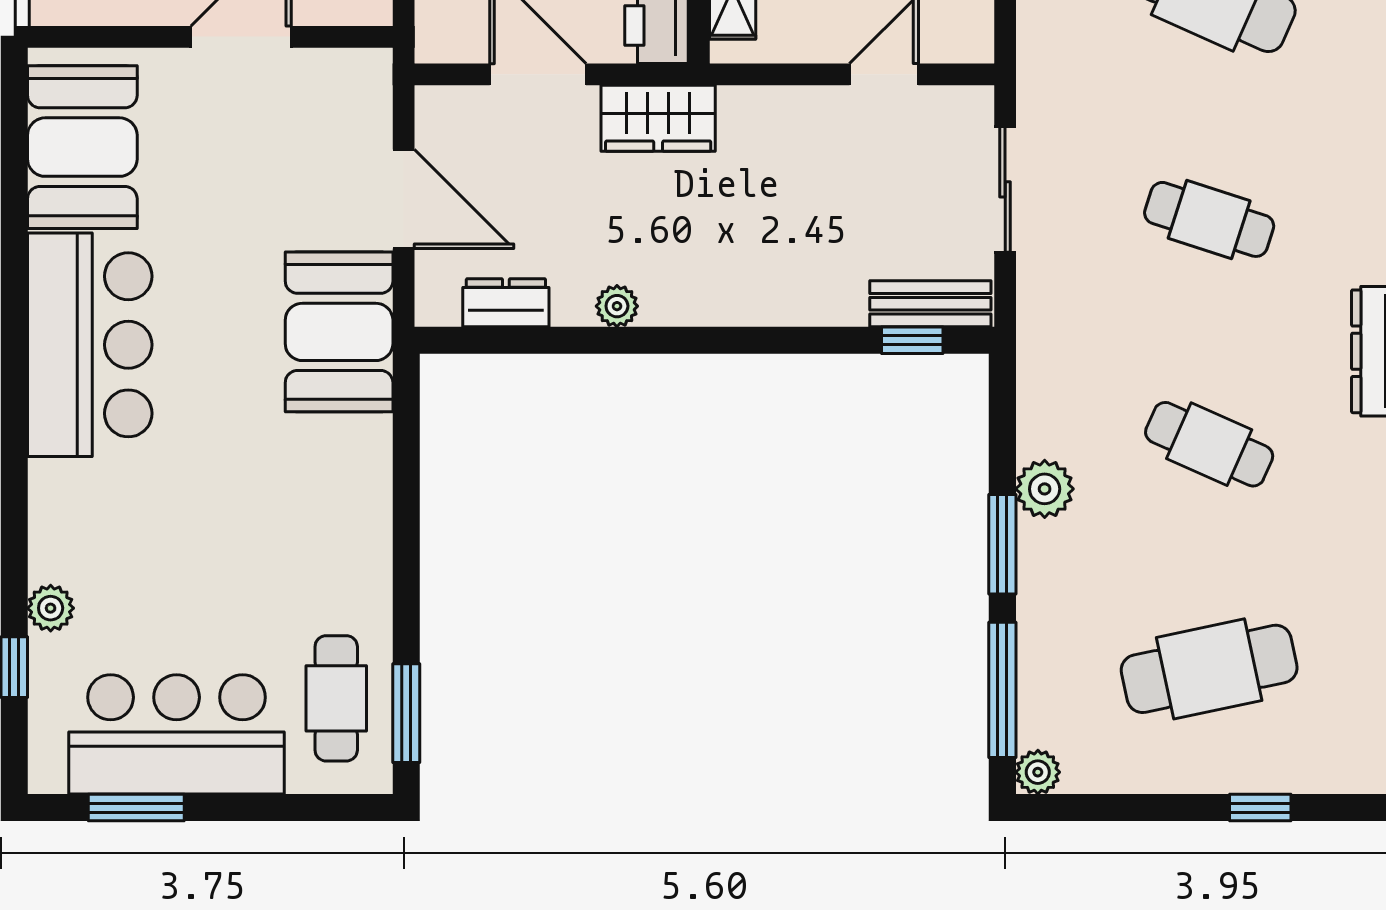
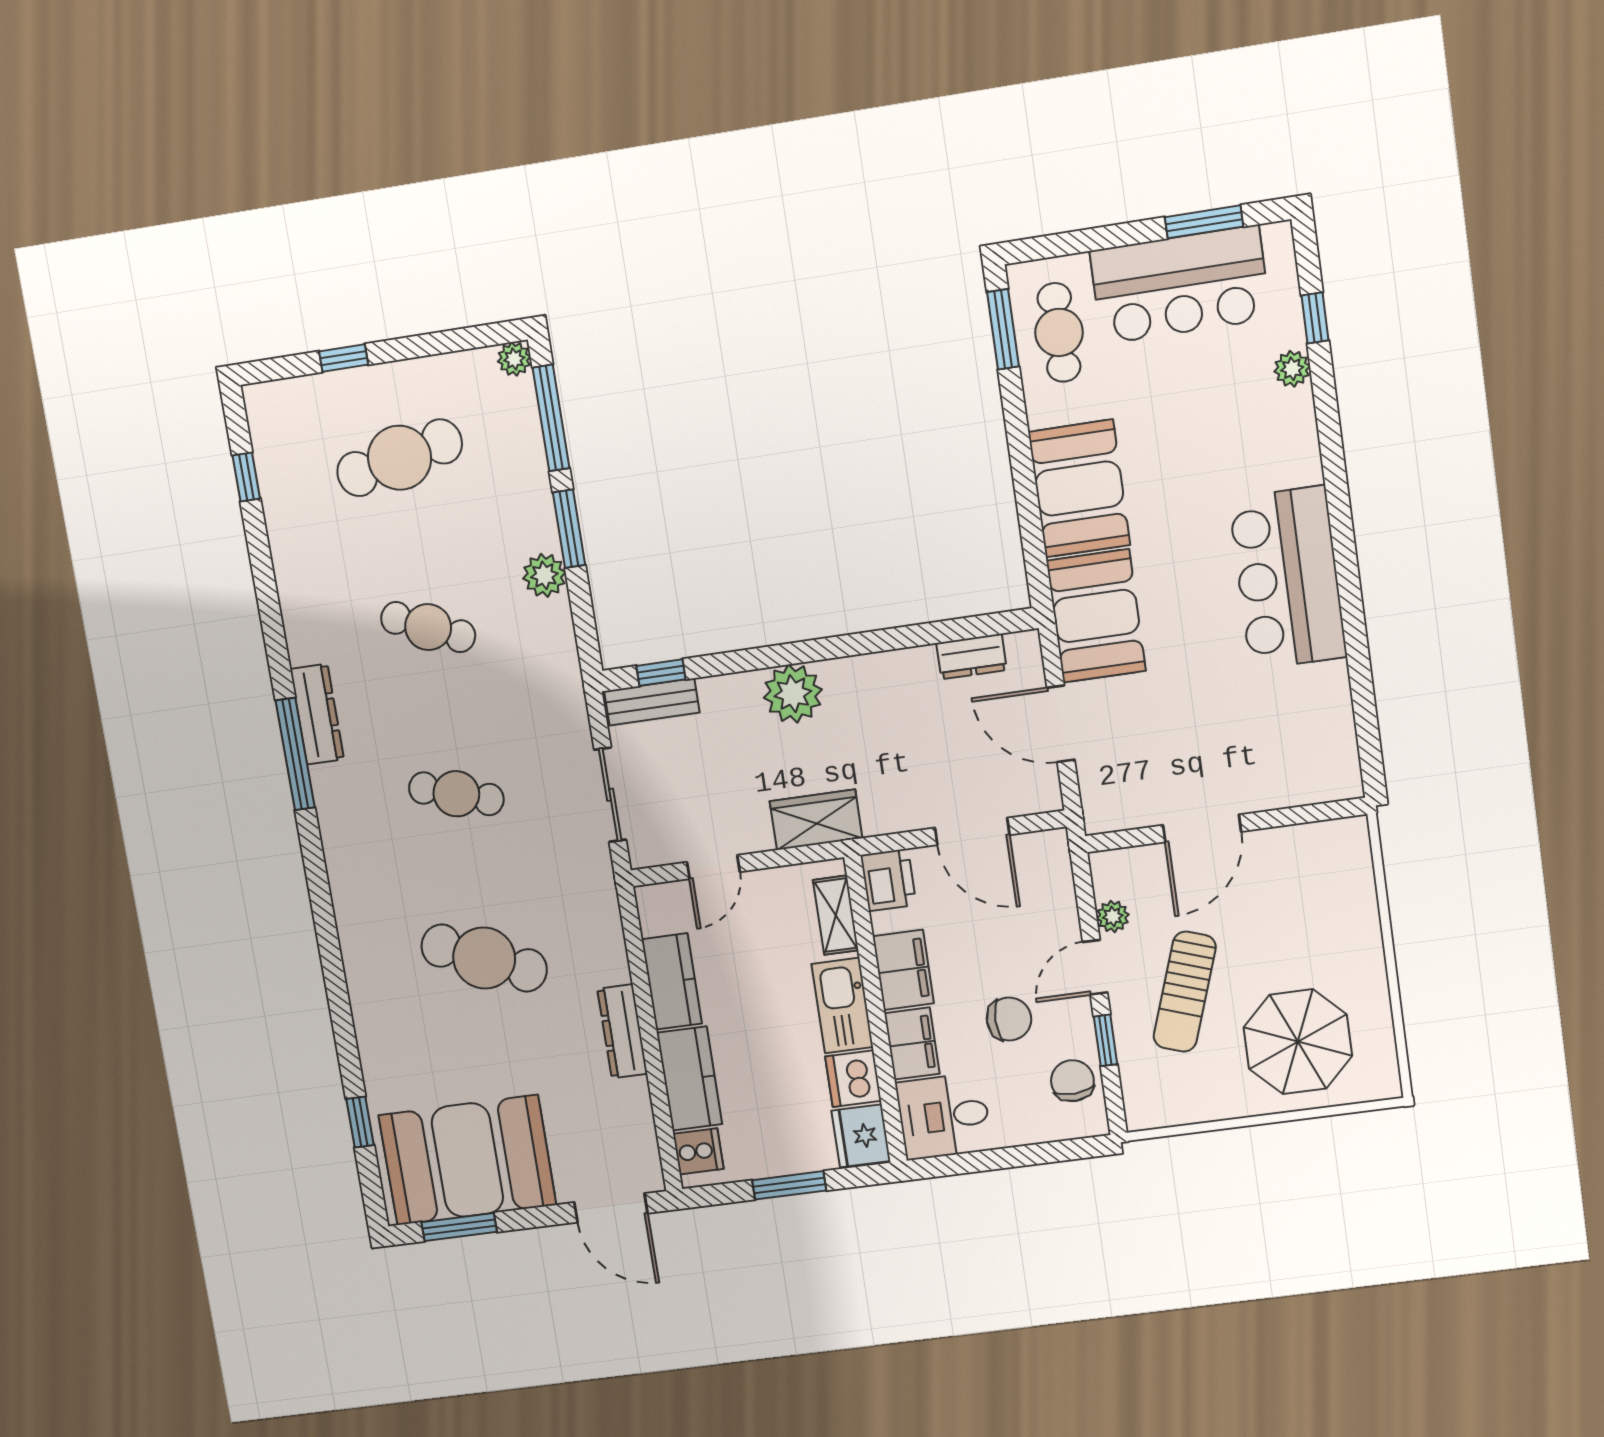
wardrobe: (658, 118) -> (816, 820), moved
booth: (82, 147) -> (1079, 488), moved
plant: (617, 306) -> (793, 694), moved, width x1.88, depth x1.88

